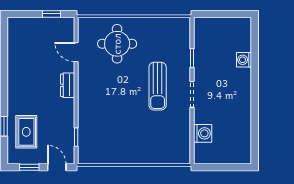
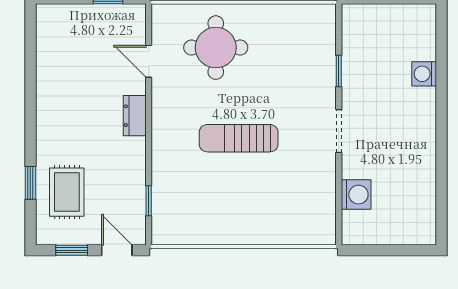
sun lounger: (158, 86) -> (239, 138), moved, turned 90

